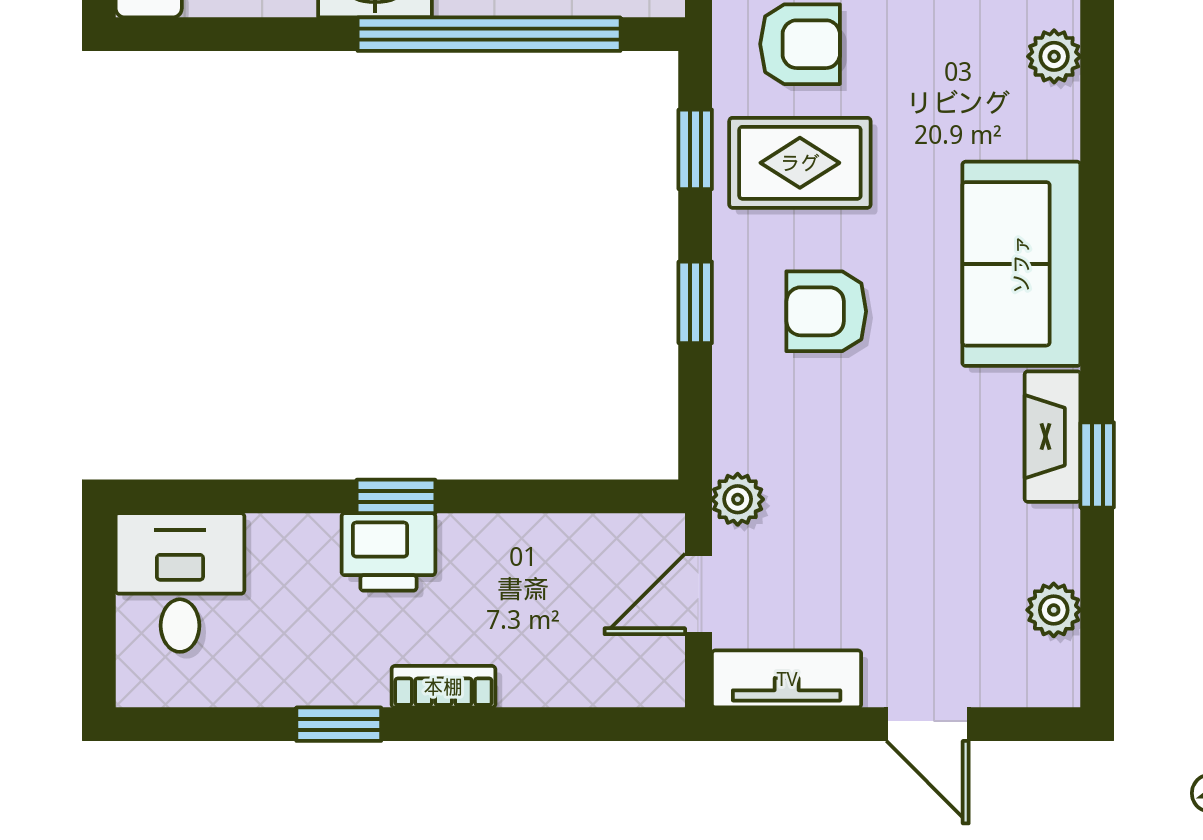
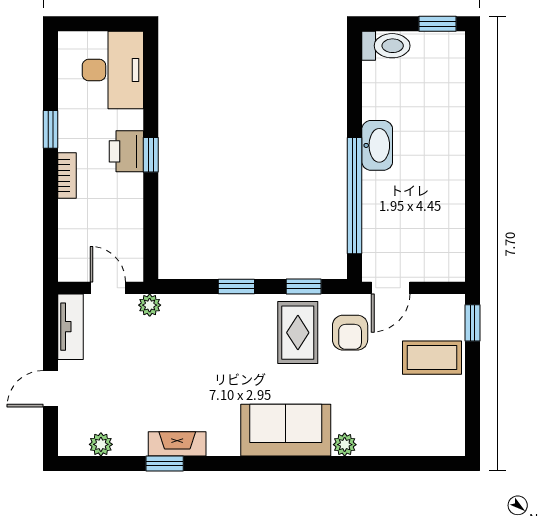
sofa: (1021, 264) -> (286, 430), moved
armchair: (826, 311) -> (232, 344), removed
desk: (180, 583) -> (113, 70), width x1.37

